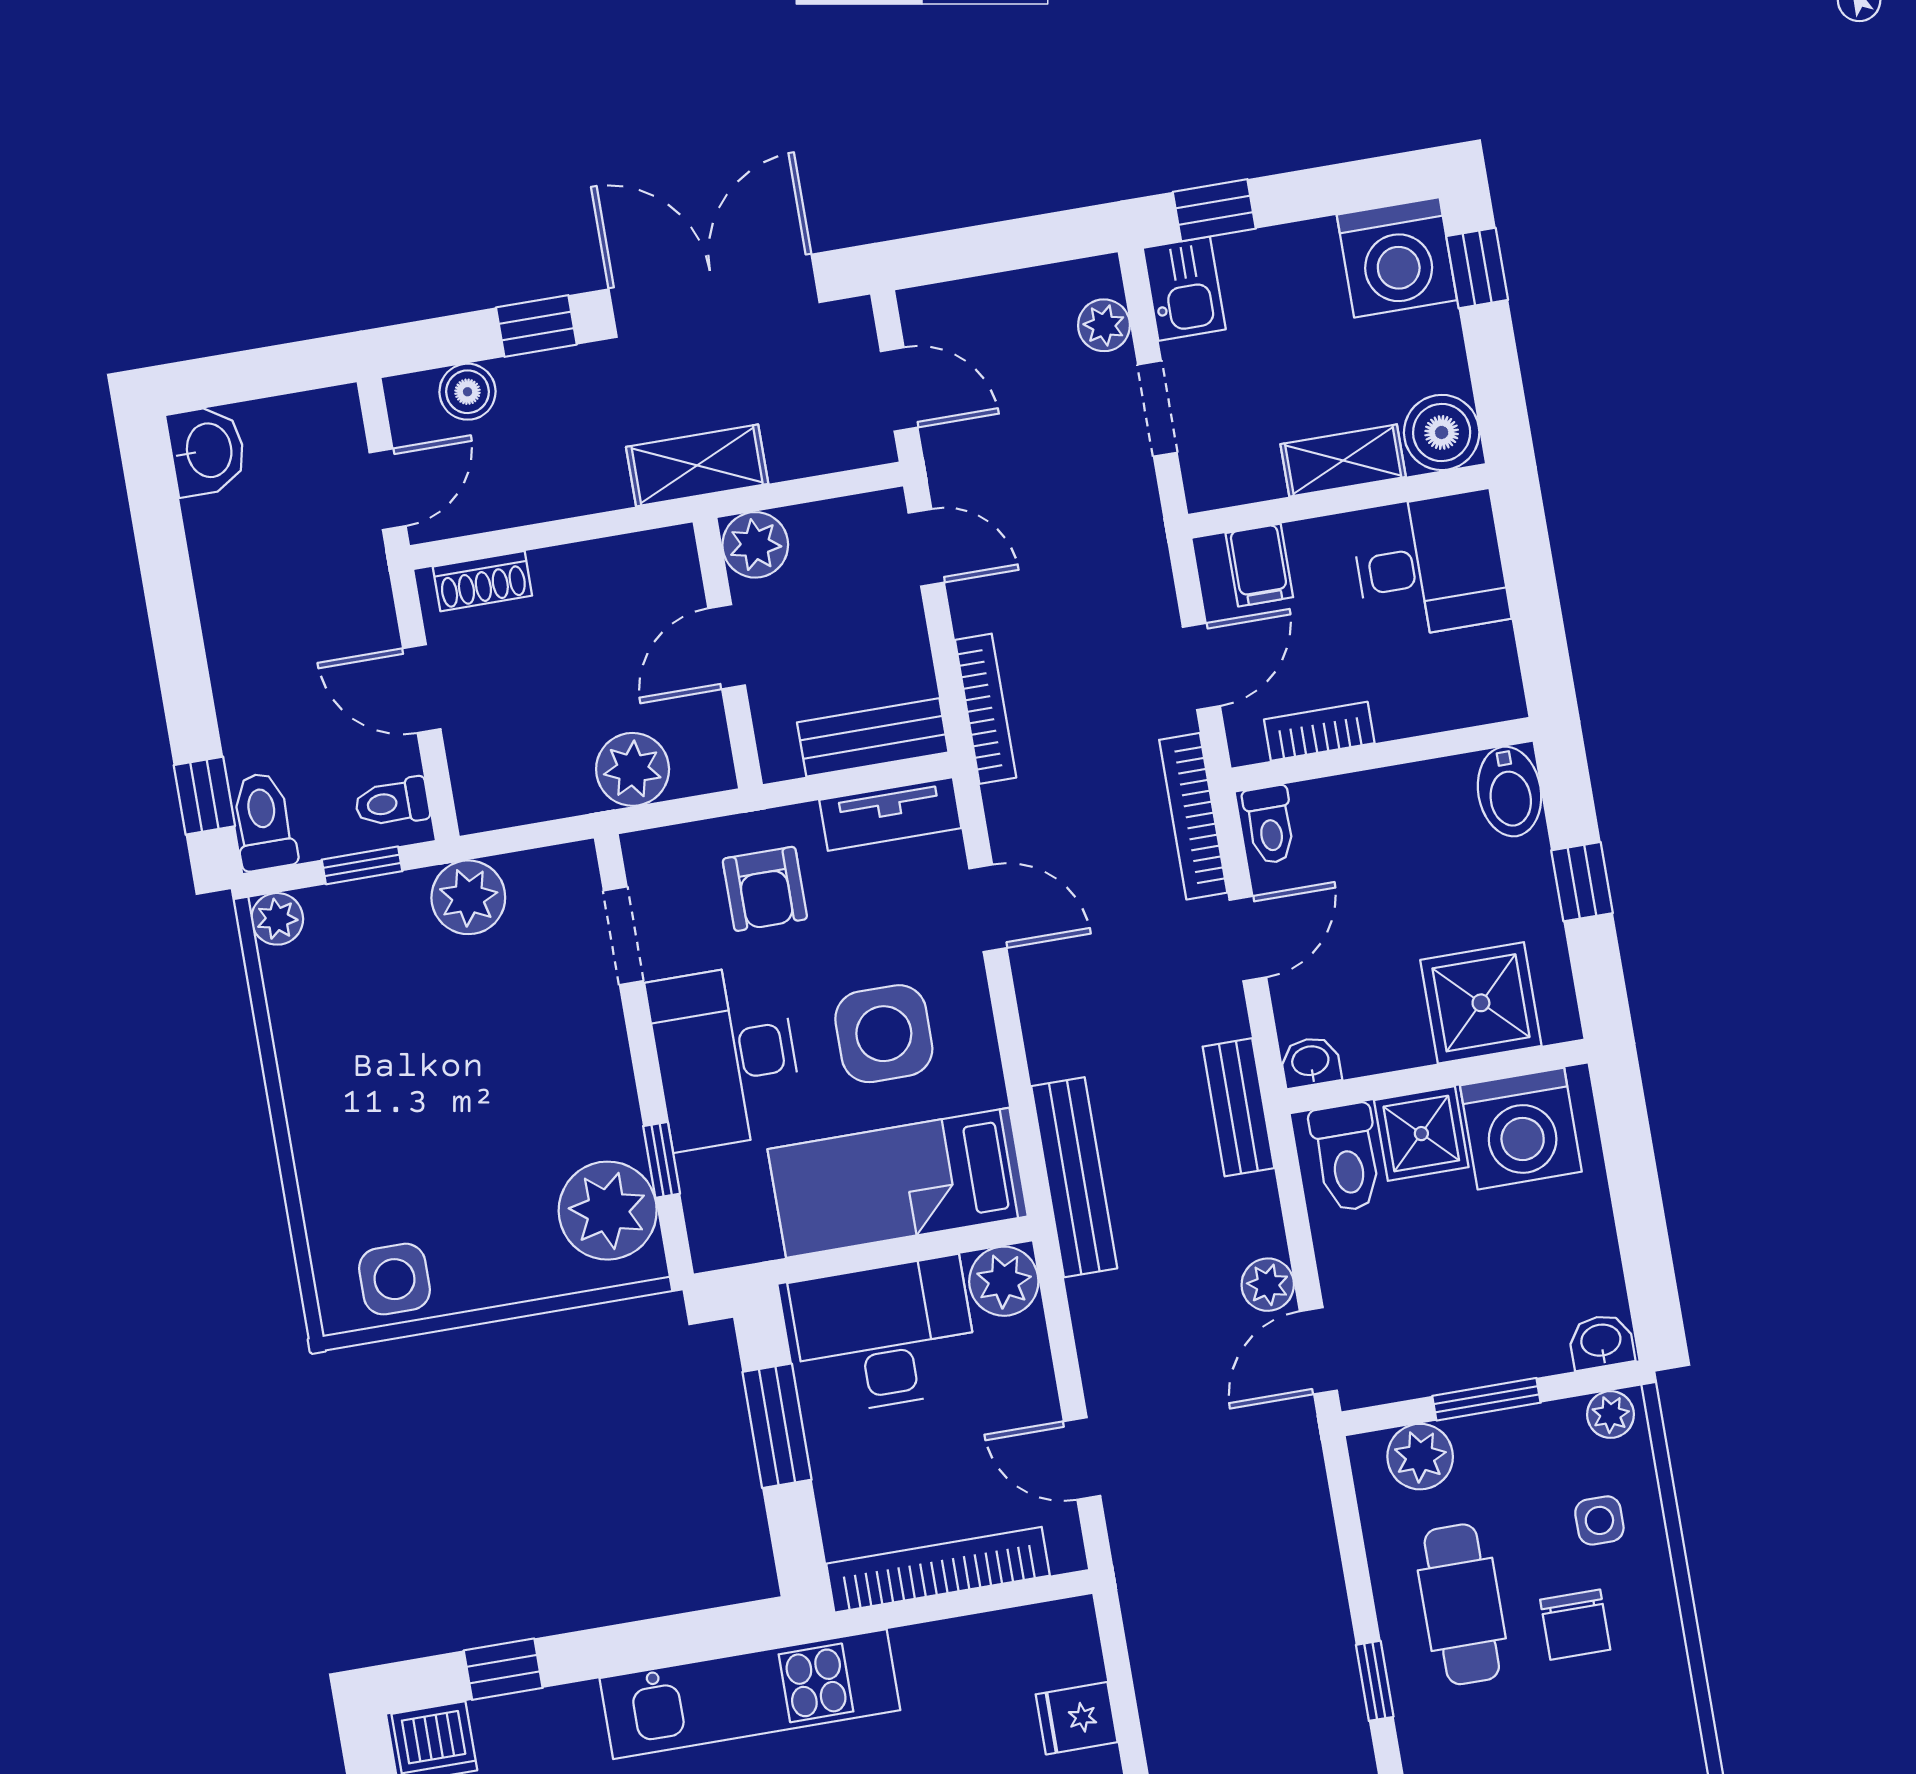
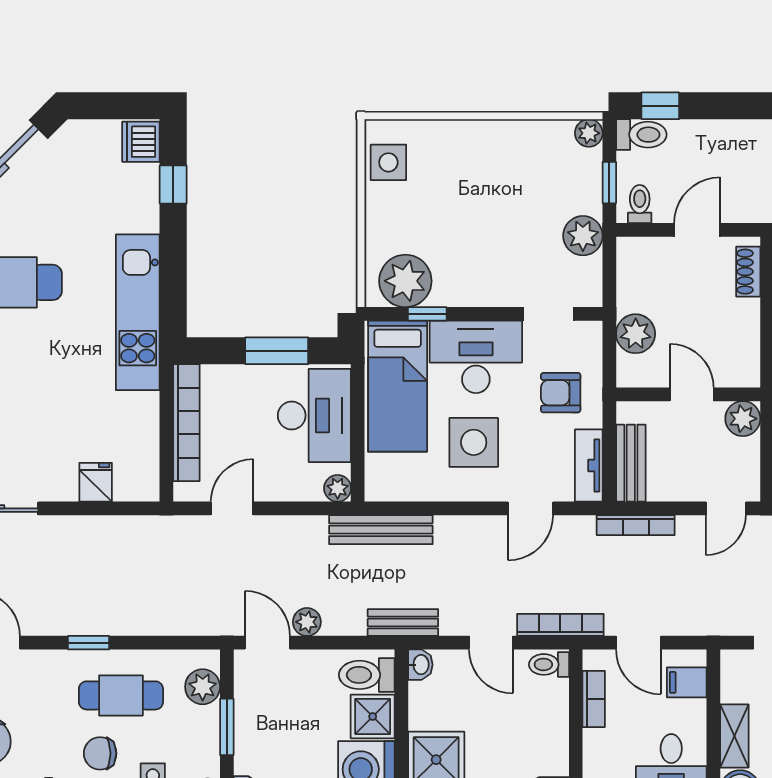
bed: (898, 1183) -> (398, 386), moved, turned 180
plant: (1004, 1281) -> (338, 488), width x0.73, depth x0.73

